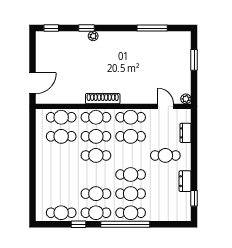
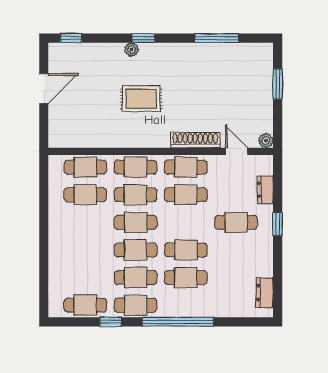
window: (86, 28) -> (143, 38), moved
rug: (100, 70) -> (141, 99), added
door: (32, 83) -> (44, 89), moved
shoe rack: (103, 99) -> (195, 140), moved
dresser: (185, 181) -> (265, 293), moved
window: (194, 198) -> (278, 224), moved
cafe table: (131, 213) -> (136, 250), moved

